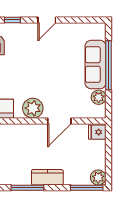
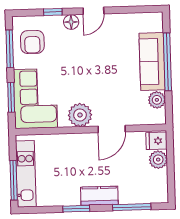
floor lamp: (28, 29) -> (71, 22), added
plant: (98, 177) -> (158, 160), moved
window: (27, 188) -> (76, 209), width x0.69
window: (87, 188) -> (132, 207), moved

